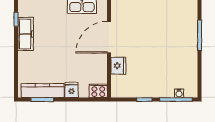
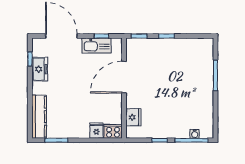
freezer: (26, 34) -> (40, 69), width x0.71
fridge: (118, 66) -> (133, 117), moved
fridge: (72, 90) -> (96, 131), moved
kitchen counter: (43, 91) -> (39, 117), moved, turned 90

